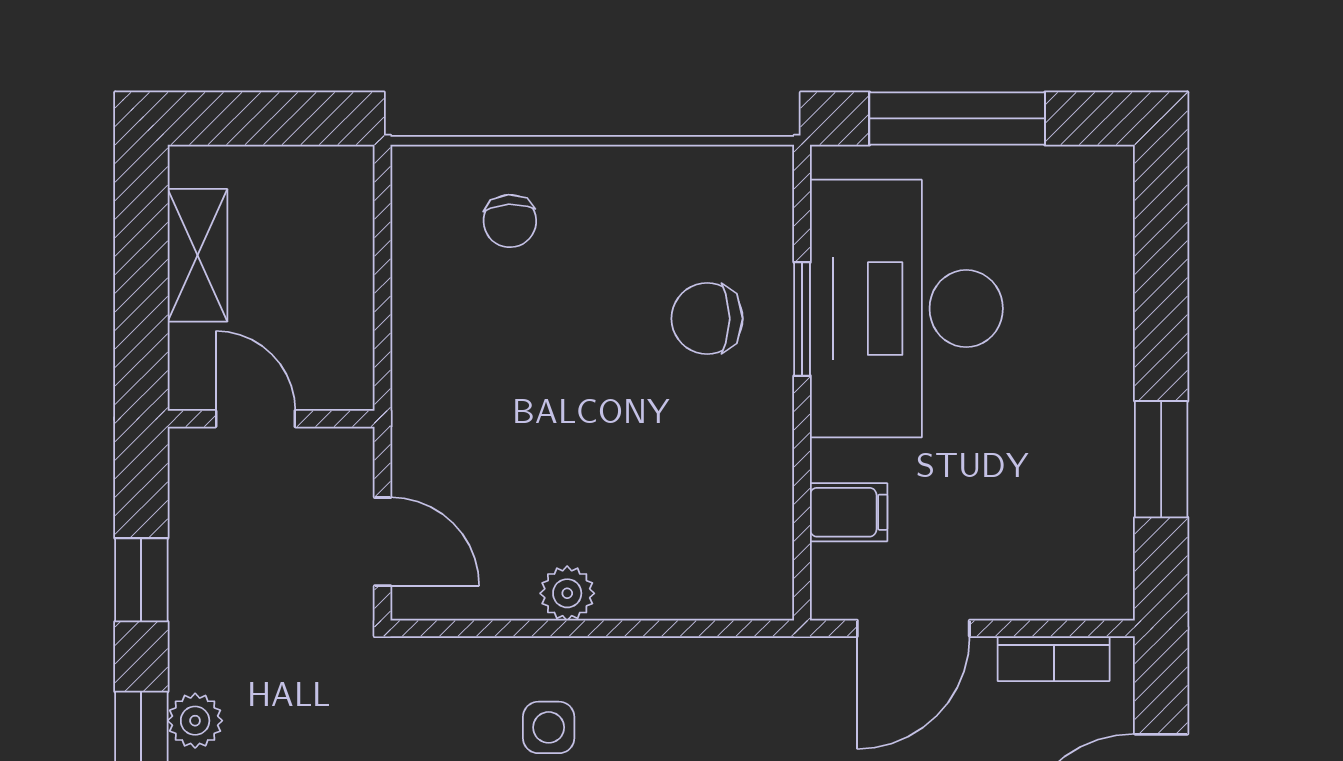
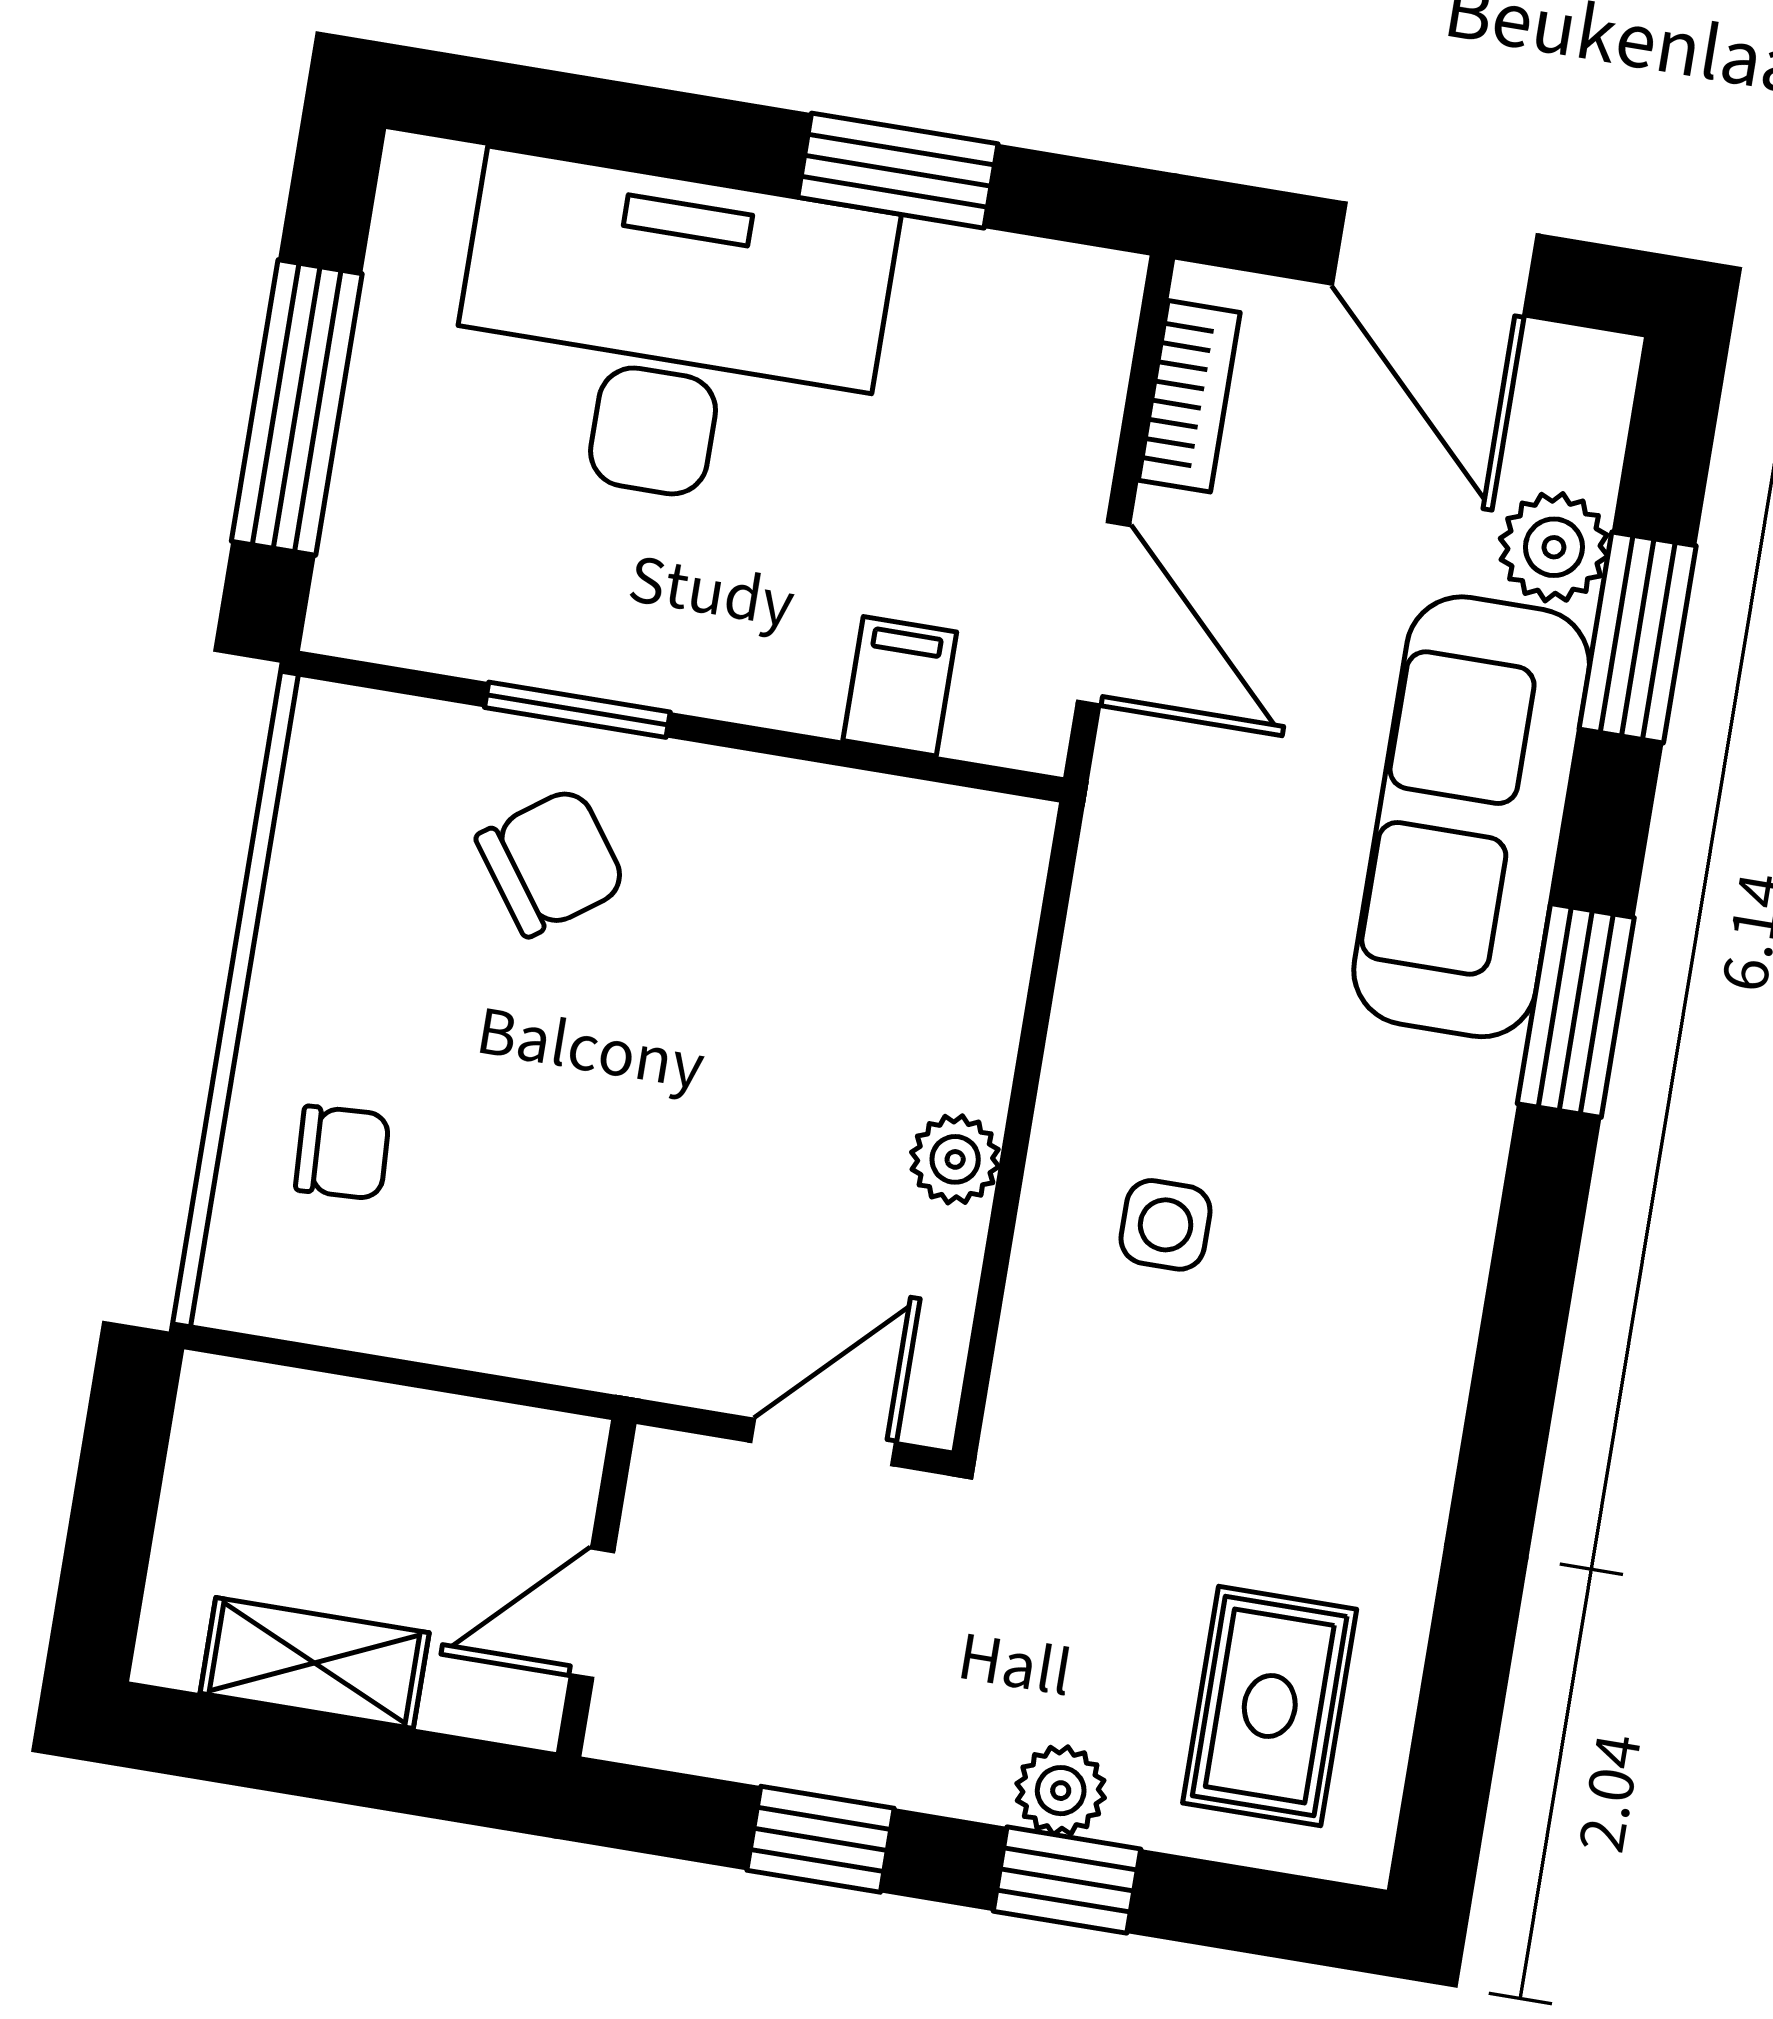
desk: (906, 309) -> (669, 335), moved, turned 180
chair: (707, 319) -> (551, 862), turned -126

